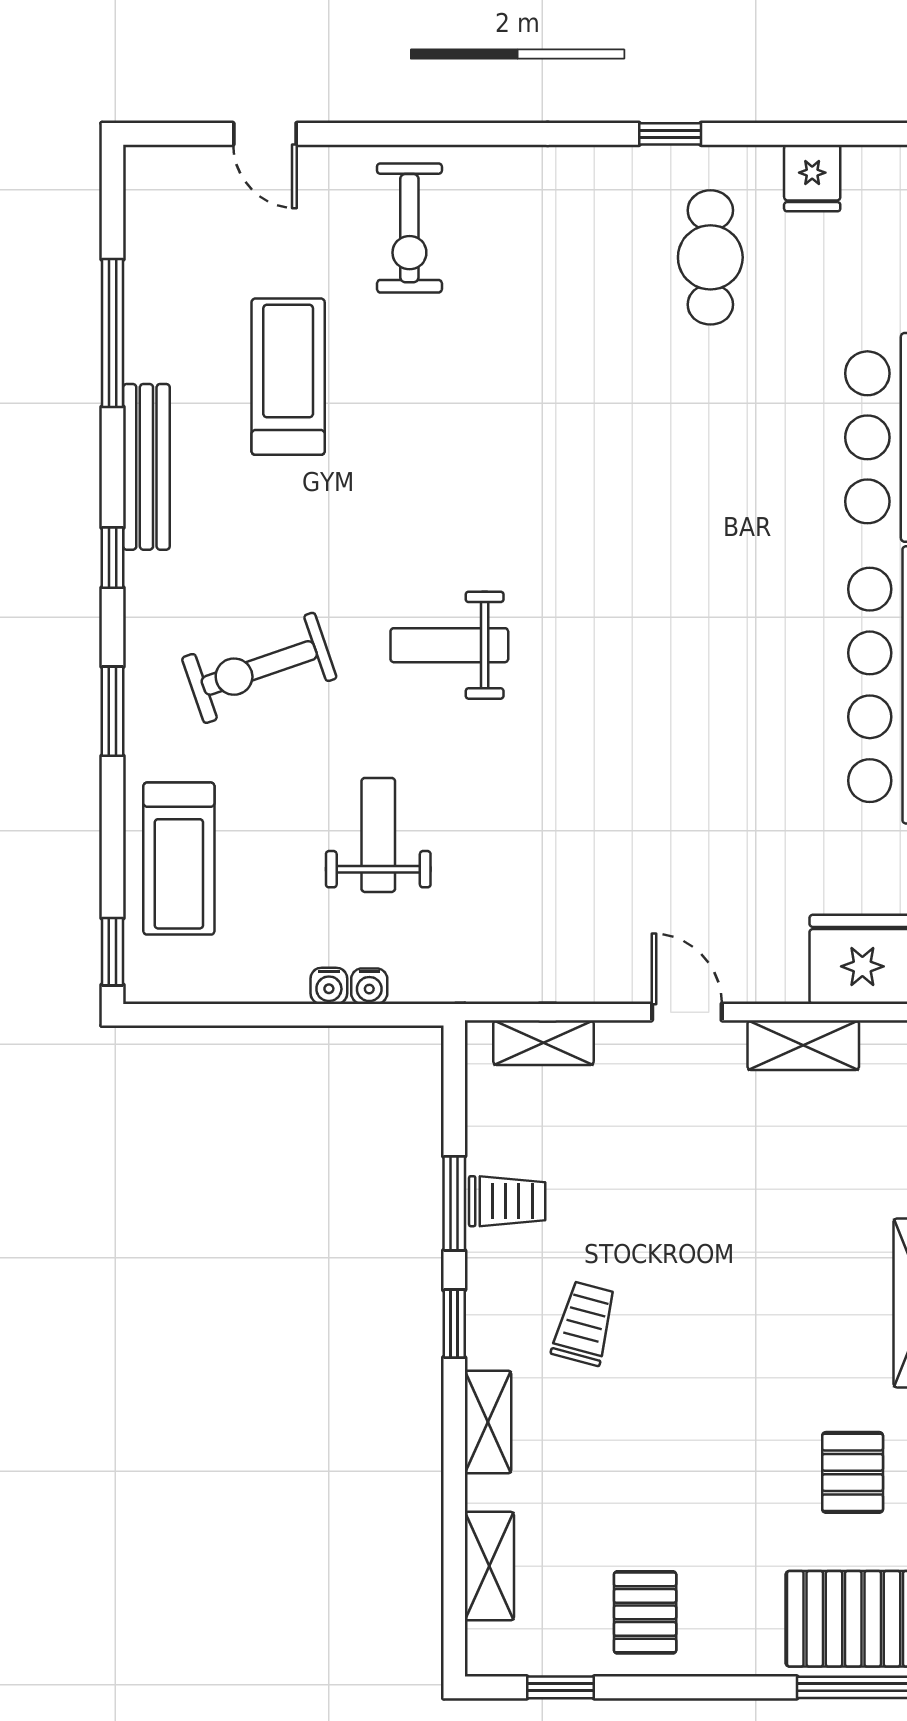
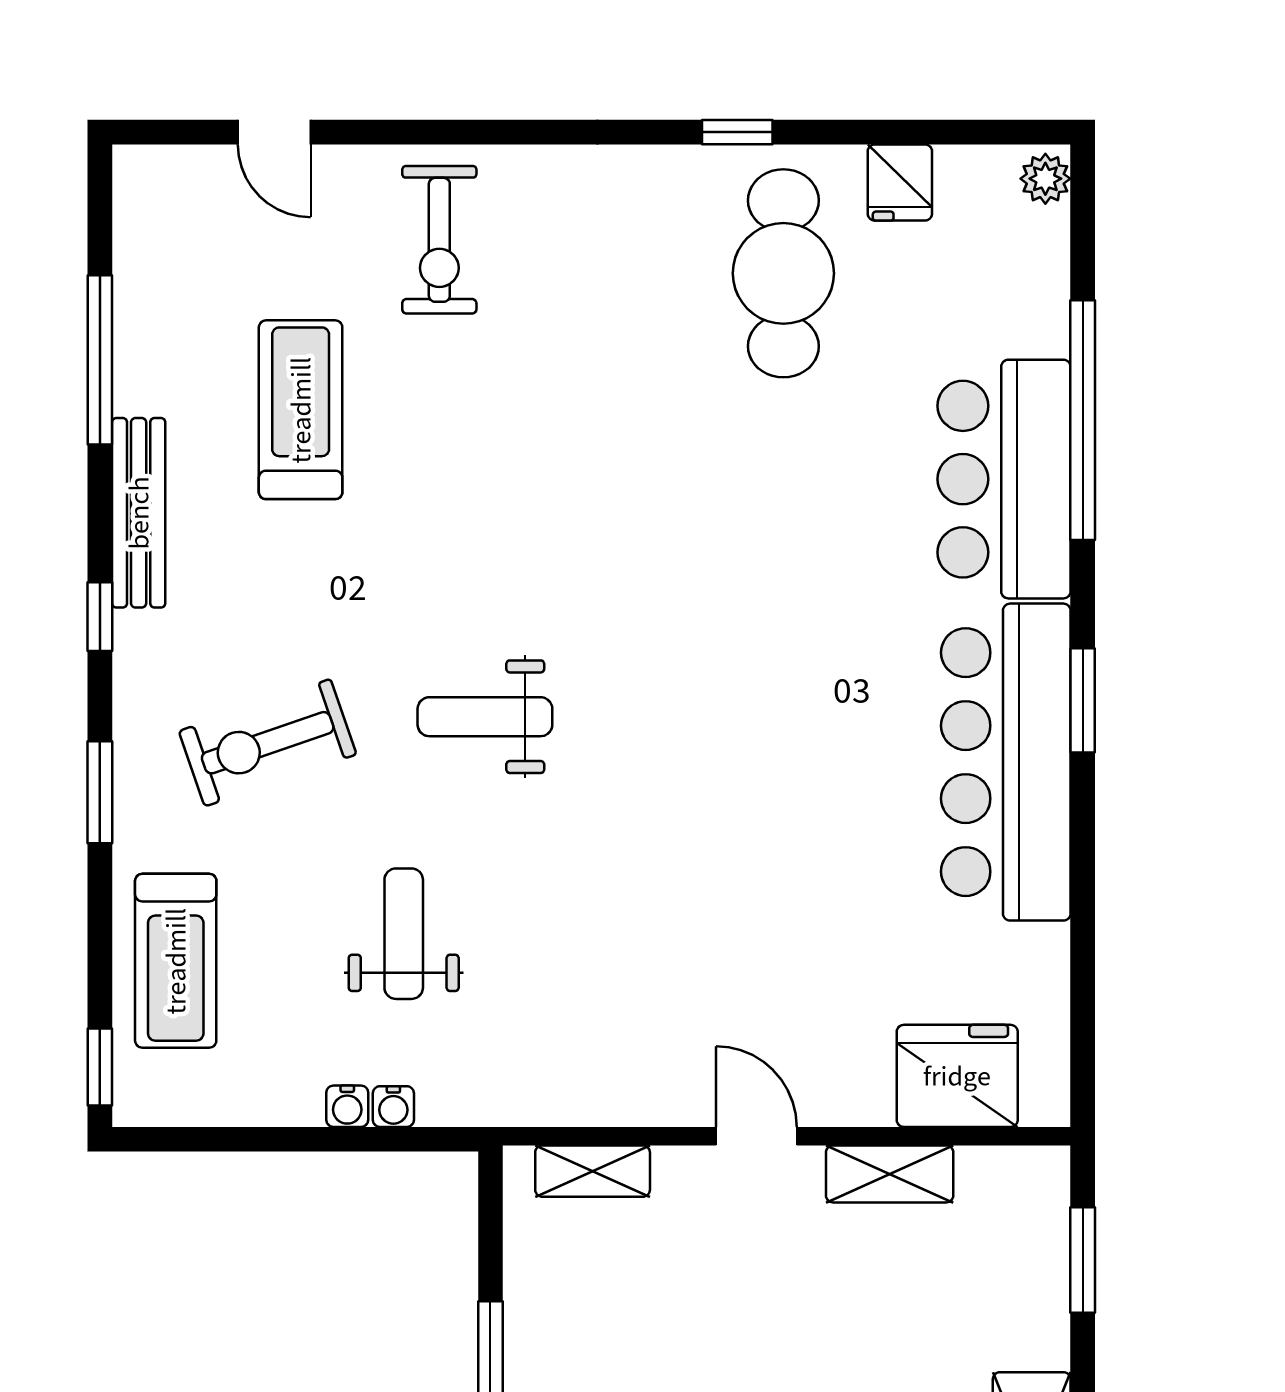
cafe table: (710, 257) -> (783, 273), width x1.37, depth x1.35
trolley: (507, 1201) -> (551, 1352), removed

